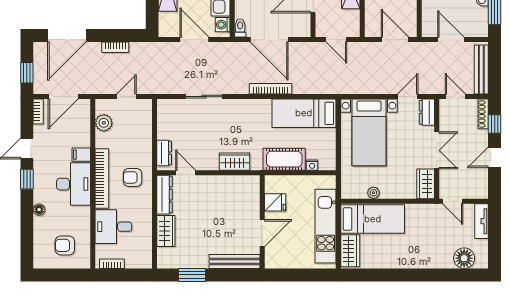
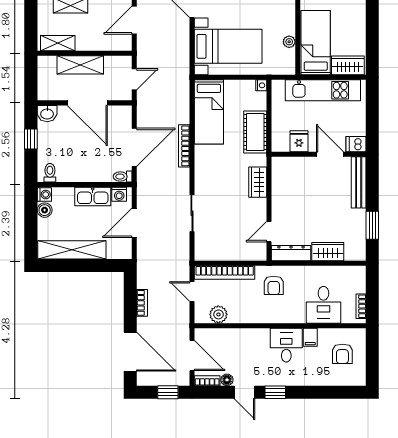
dresser: (164, 153) -> (249, 253), removed
filing cabinet: (81, 155) -> (310, 337), moved
nightstand: (312, 165) -> (261, 85), moved
bookcase: (102, 179) -> (225, 272), moved, turned 180
desk: (73, 184) -> (286, 345), width x0.73
floor lamp: (39, 210) -> (227, 380), moved
dishwasher: (272, 259) -> (356, 144), added

